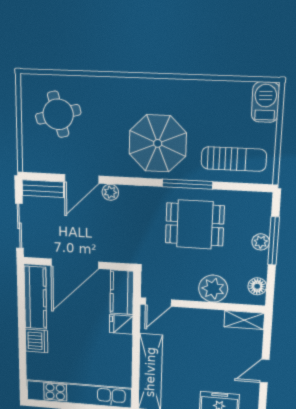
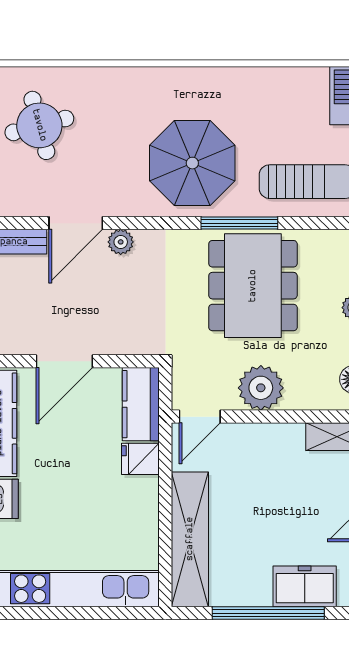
dining table: (195, 224) -> (253, 286), width x1.38
door: (75, 264) -> (64, 361), width x0.73
plant: (213, 289) -> (261, 388), moved

